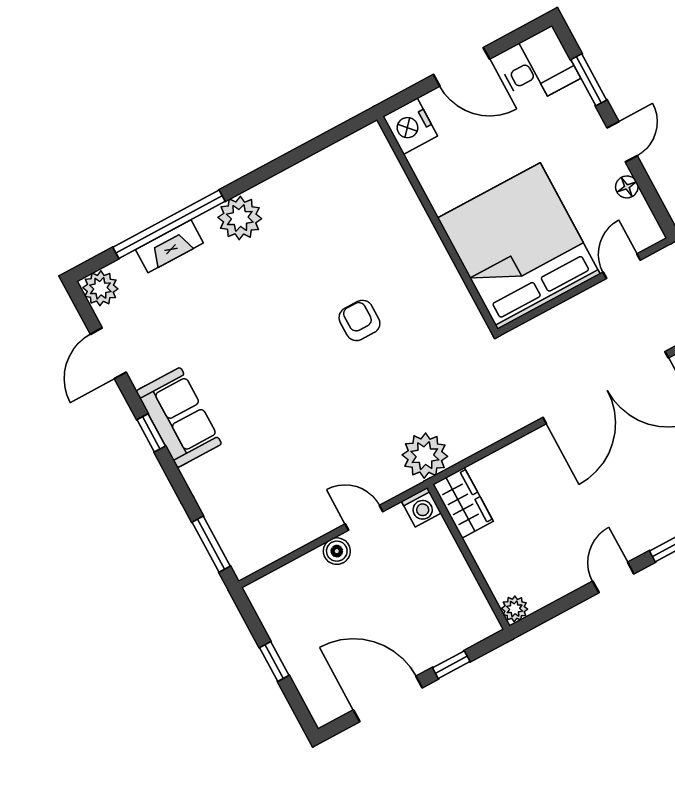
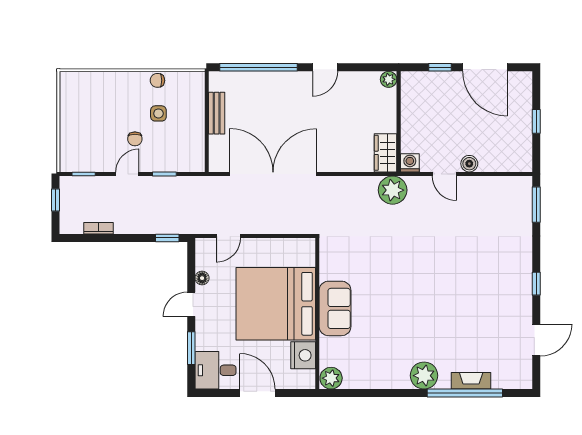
nightstand: (410, 126) -> (303, 355), moved
bed: (519, 246) -> (276, 304), moved, turned 90
plant: (100, 288) -> (331, 378), moved
armchair: (359, 320) -> (389, 284), removed
sofa: (179, 417) -> (335, 308), moved, turned 180

